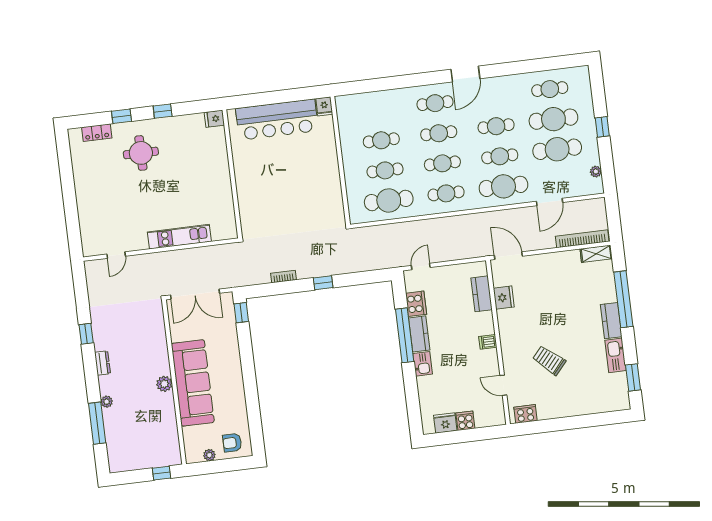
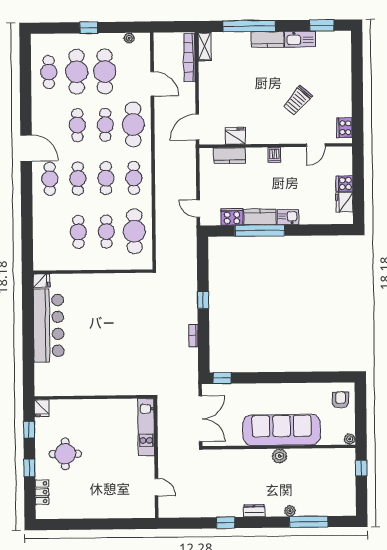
fridge: (214, 119) -> (42, 408), moved
wall: (232, 174) -> (94, 397), moved
armchair: (232, 443) -> (341, 400), turned 180
plant: (209, 455) -> (350, 439), moved

